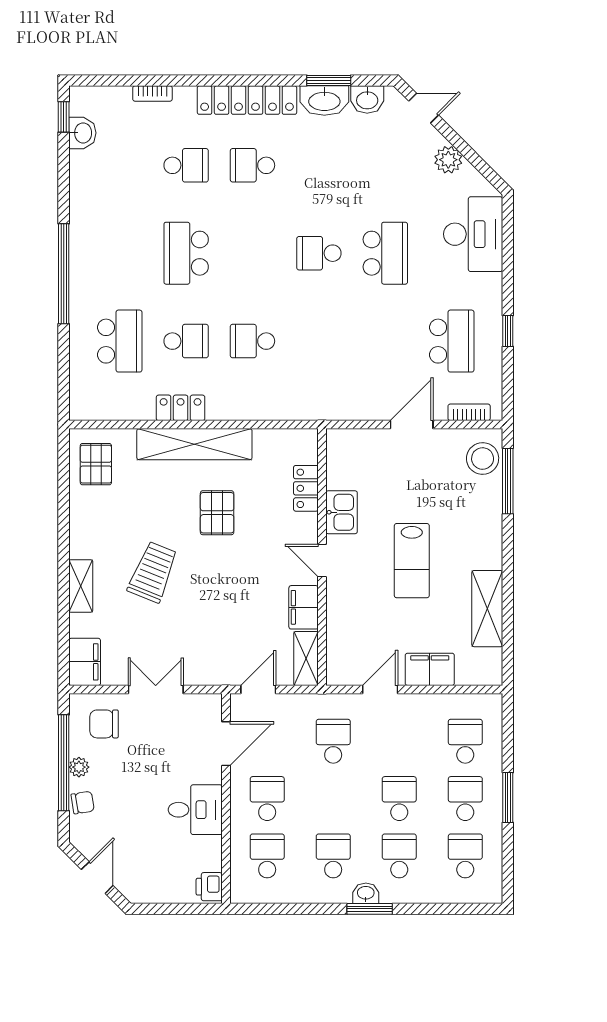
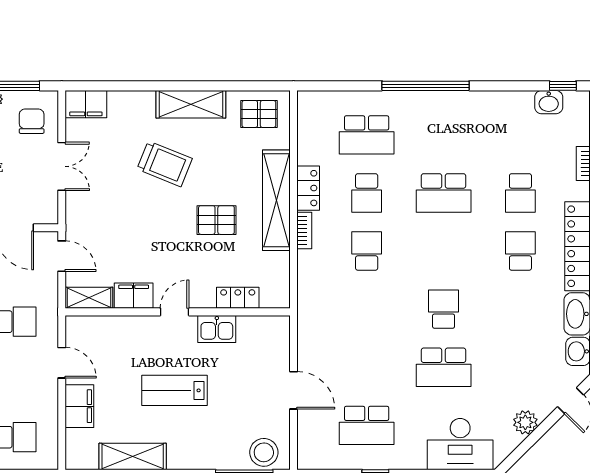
school desk: (186, 253) -> (444, 193), turned 180
bookcase: (469, 412) -> (304, 230), moved
shelving: (81, 586) -> (191, 104), moved, width x1.50, depth x1.33

